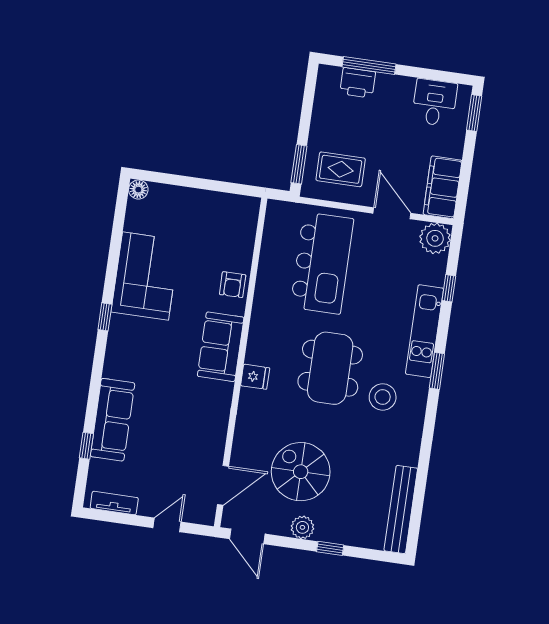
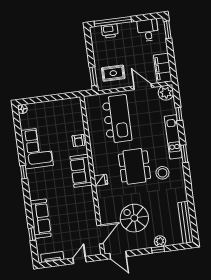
window: (369, 66) -> (113, 21), width x1.46
plant: (302, 527) -> (160, 241), moved

